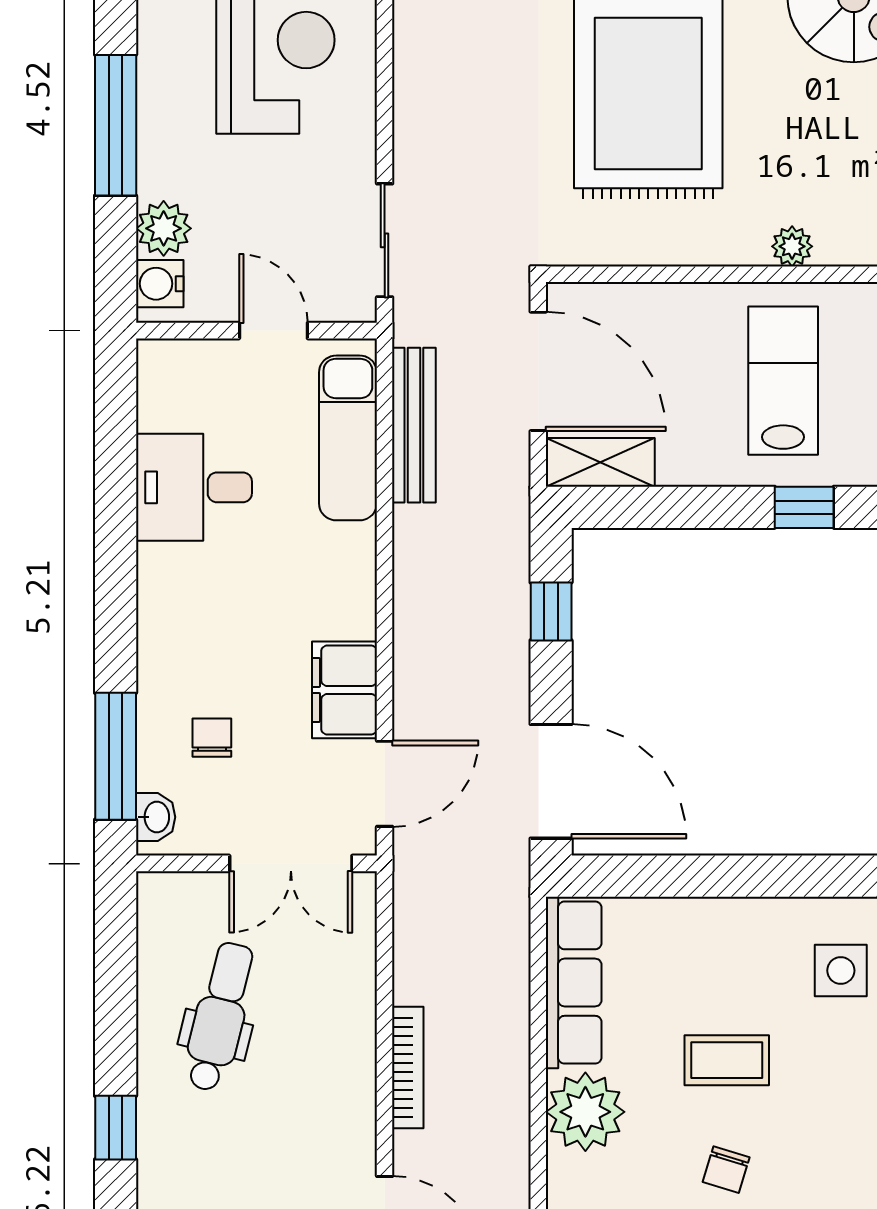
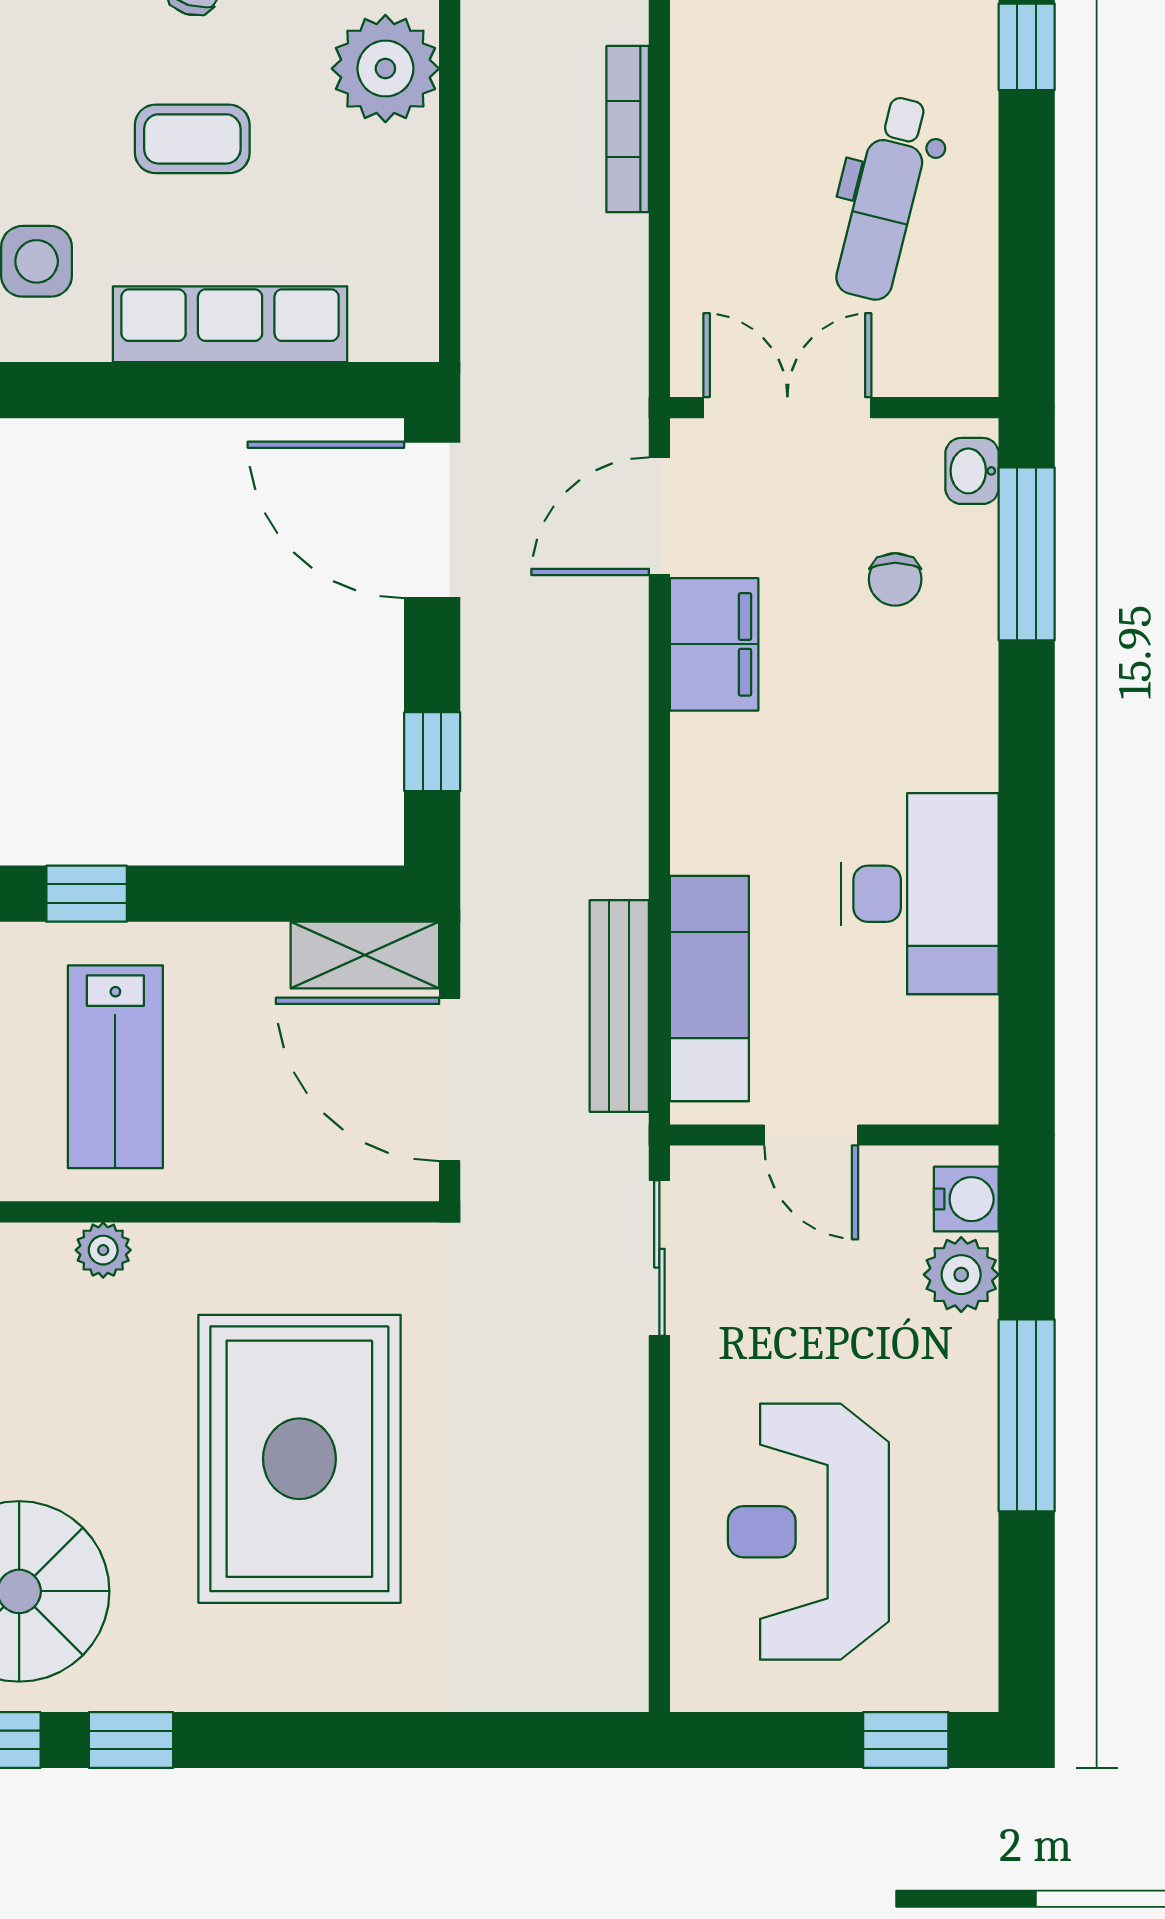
desk: (194, 487) -> (920, 894), width x1.37
row of seats: (574, 983) -> (230, 324), moved, turned 90

